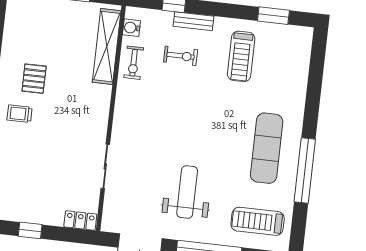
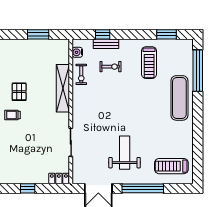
bench: (193, 21) -> (106, 44), moved
shelving: (107, 47) -> (63, 88), moved
exercise mat: (267, 148) -> (179, 98), moved
window: (305, 170) -> (198, 71), moved

